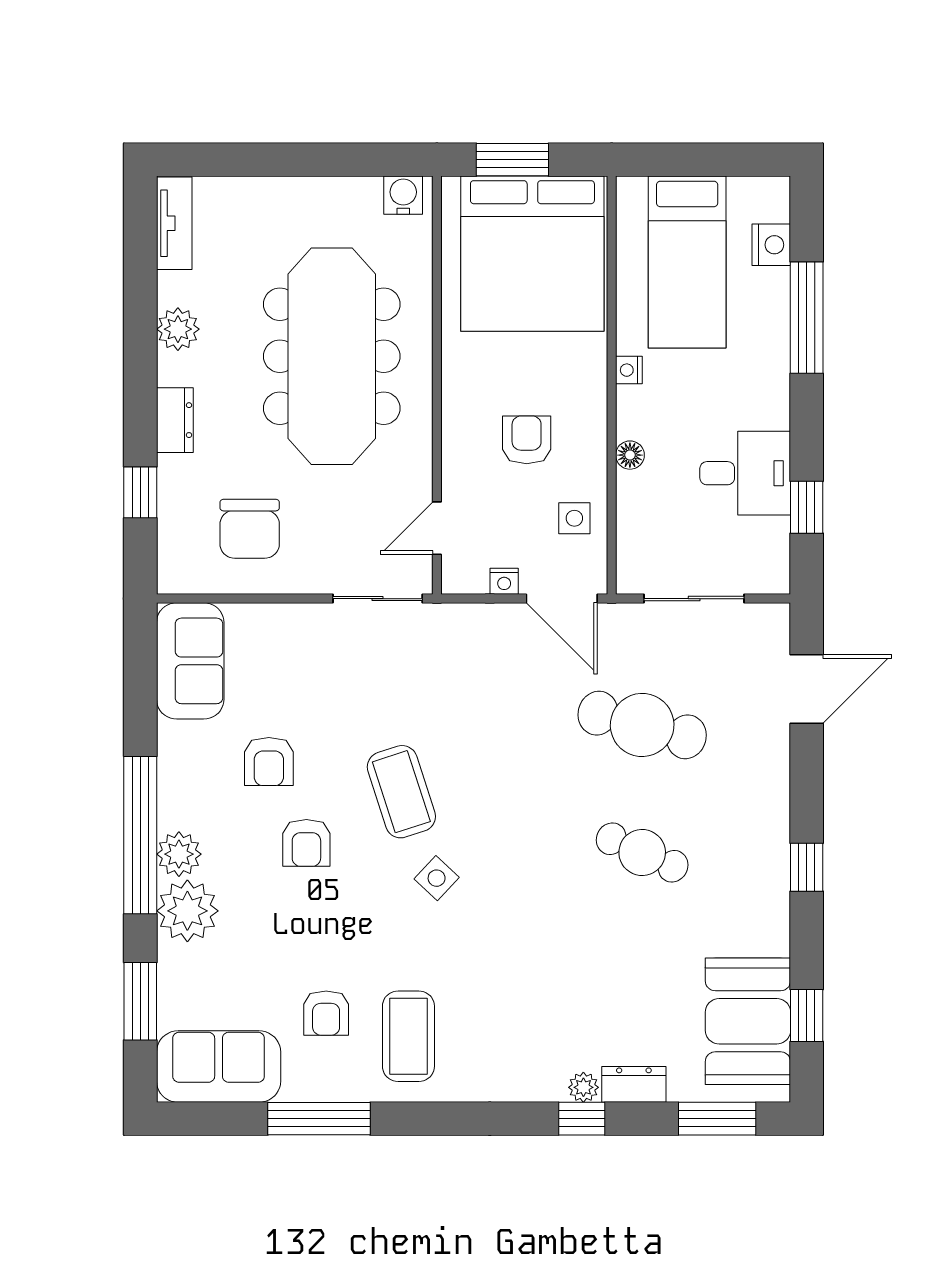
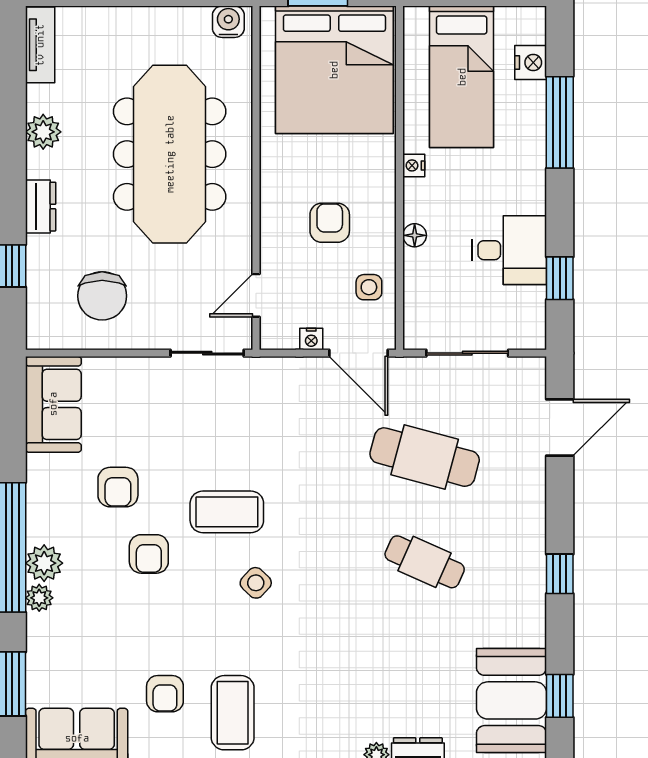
coffee table: (401, 792) -> (227, 512), turned -72
plant: (187, 911) -> (39, 598), width x0.53, depth x0.53

